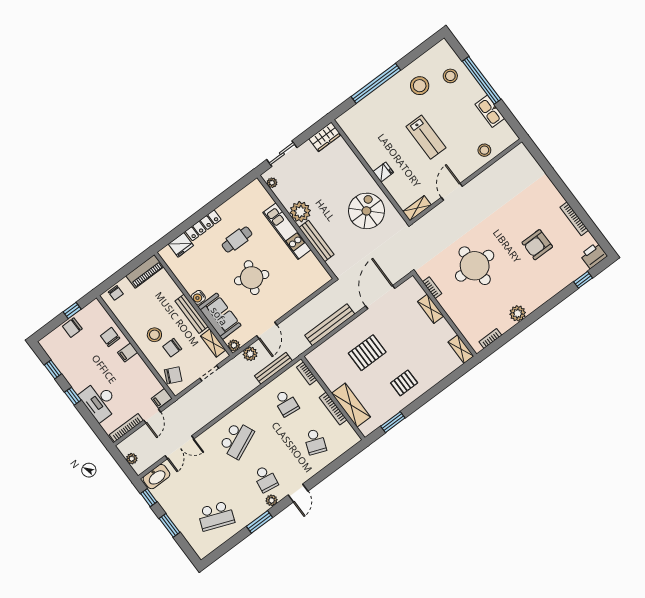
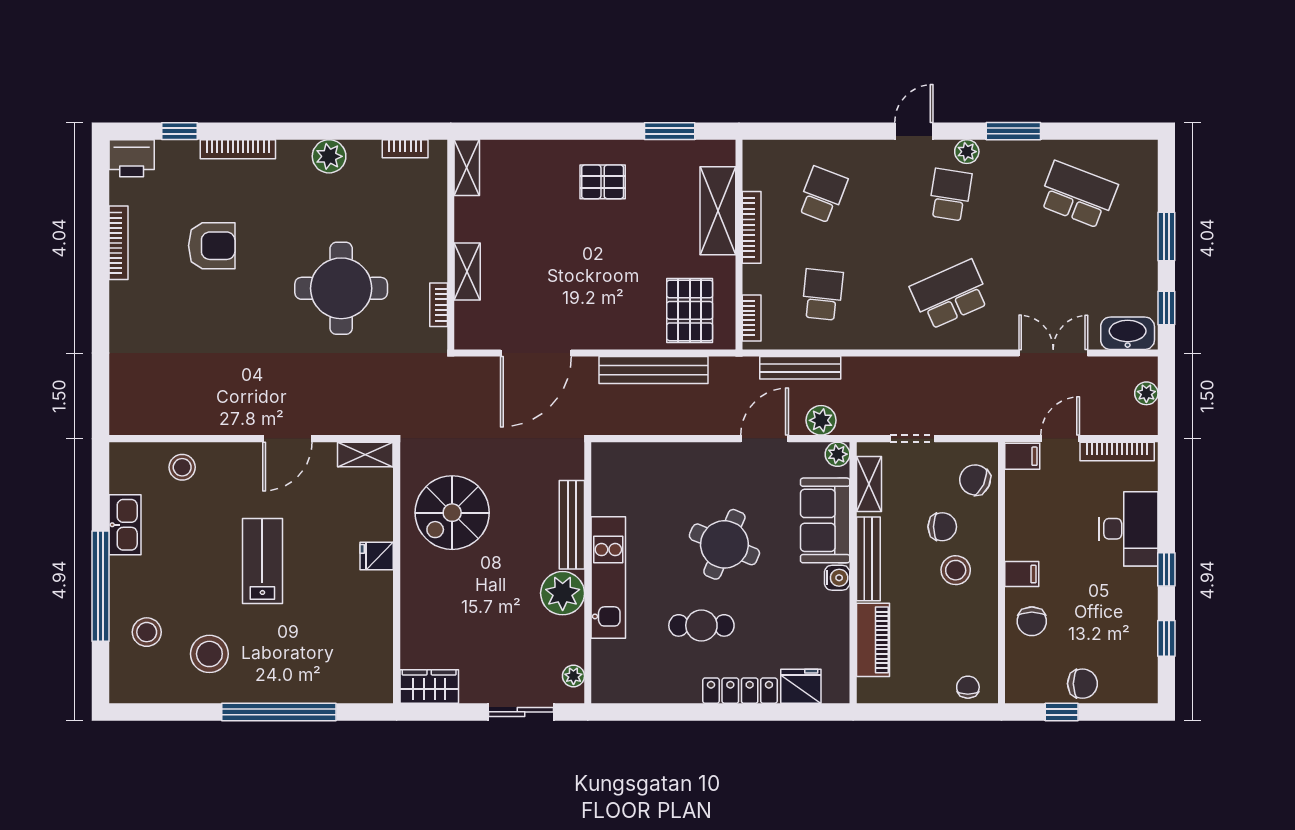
piano: (145, 271) -> (873, 640), moved, turned 90
bookcase: (555, 290) -> (238, 149), added
pallet: (367, 353) -> (690, 310), moved, turned 90

